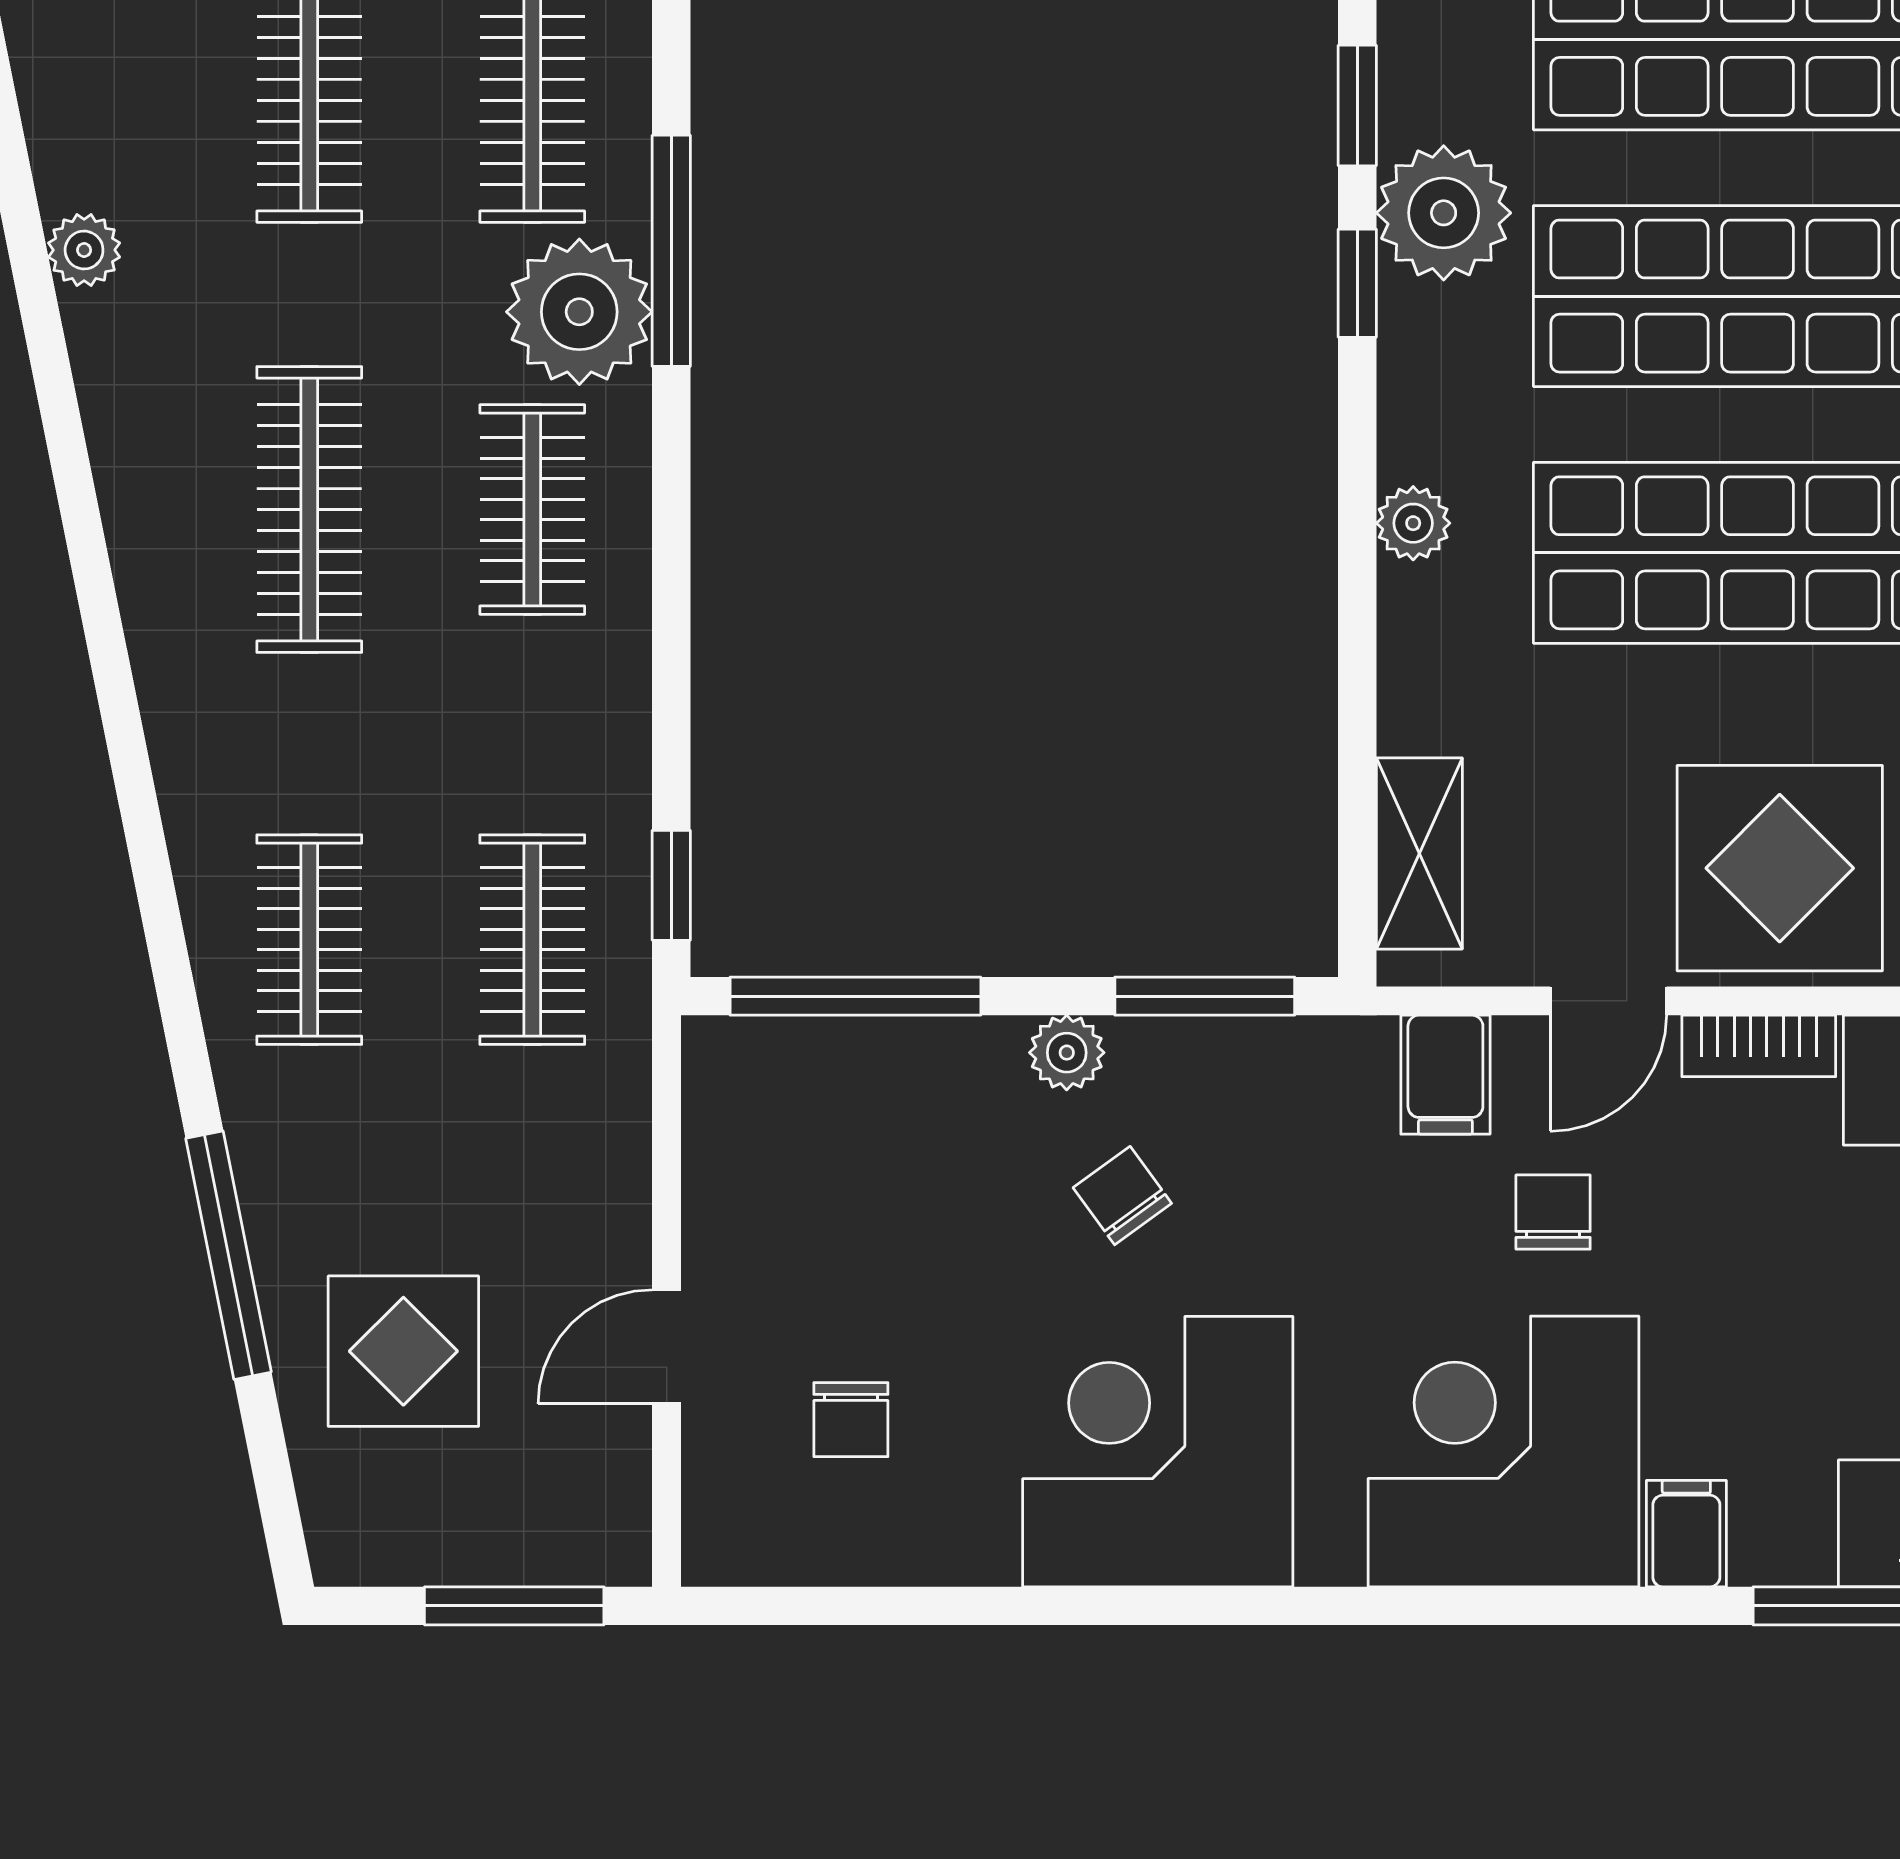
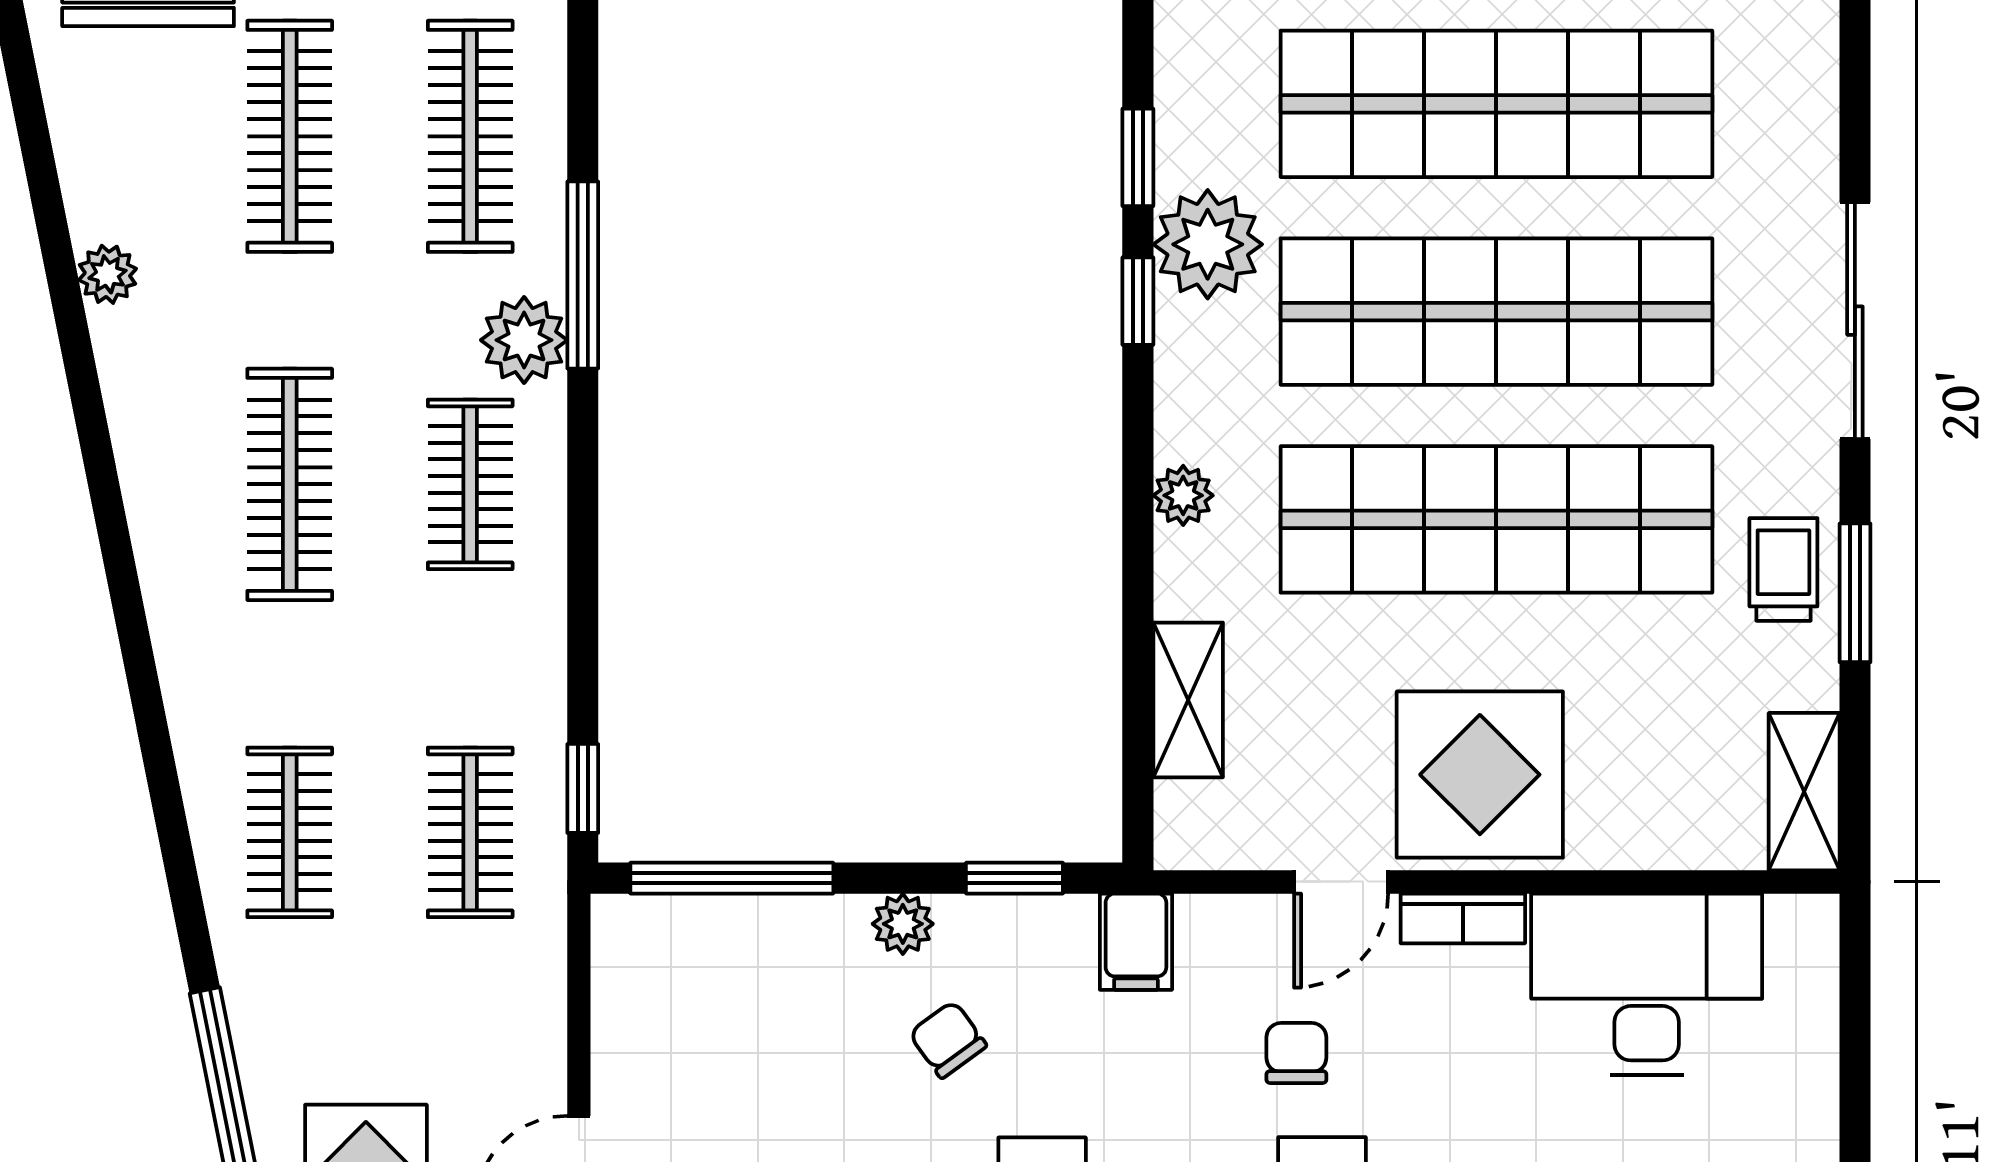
plant: (579, 312) -> (524, 340), width x0.73, depth x0.73
shelving: (1419, 853) -> (1188, 700), moved
window: (1205, 996) -> (1014, 878), width x0.67
filing cabinet: (1445, 1075) -> (1136, 942), moved

